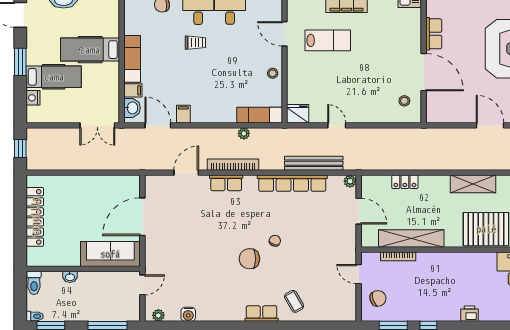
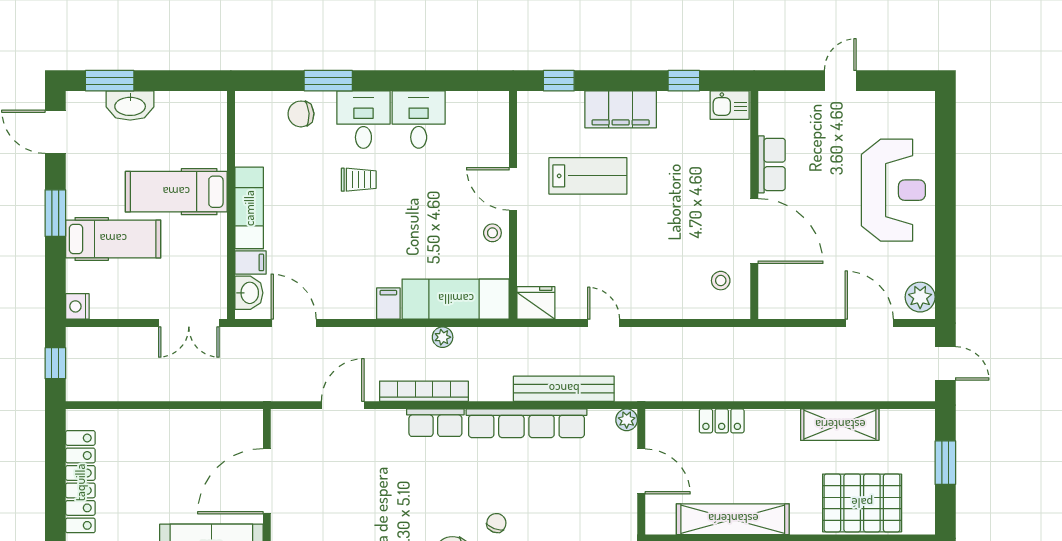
door: (285, 34) -> (513, 189), moved
nightstand: (33, 98) -> (77, 306), moved
filing cabinet: (183, 114) -> (388, 304), moved
exam couch: (260, 115) -> (456, 299), width x1.36, depth x1.45
row of seats: (226, 183) -> (435, 423), moved

